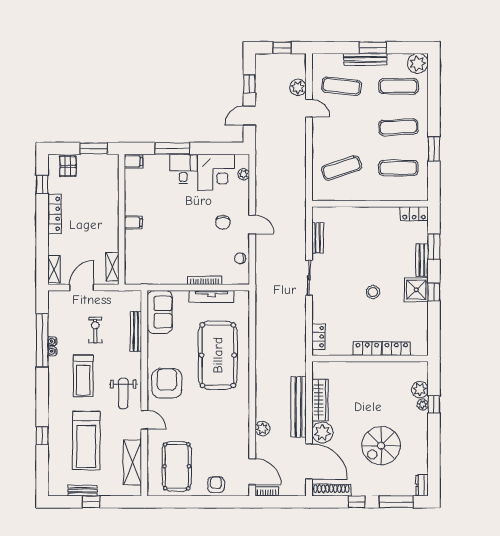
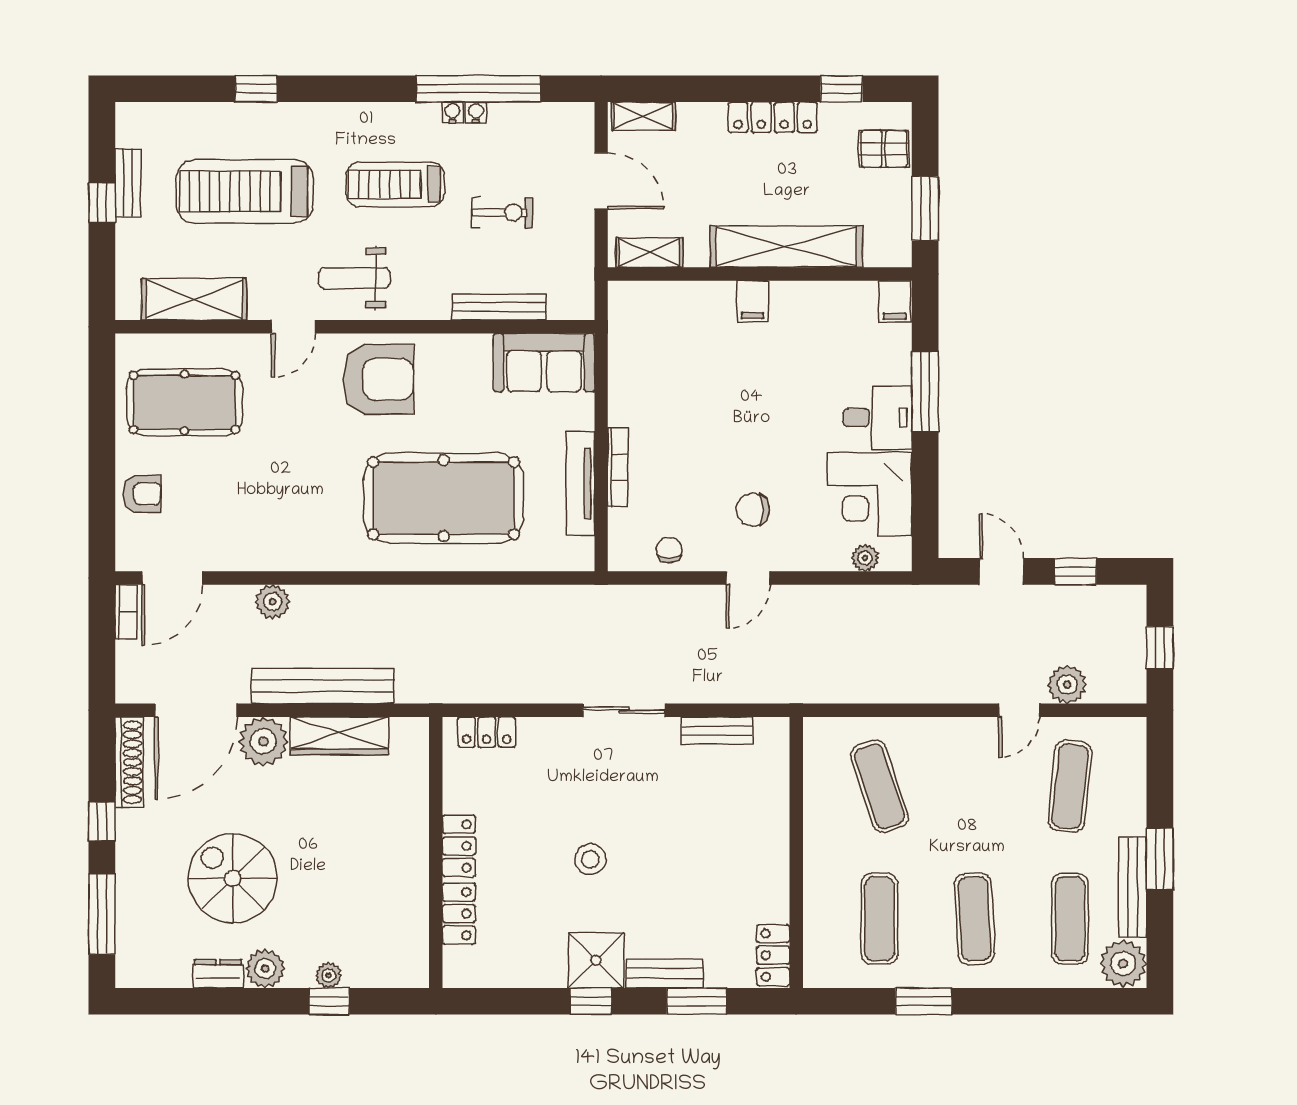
bench: (365, 59) -> (1133, 887), moved
shelving: (110, 208) -> (786, 247), added
plant: (420, 390) -> (265, 969), moved
dresser: (422, 485) -> (218, 974), moved

